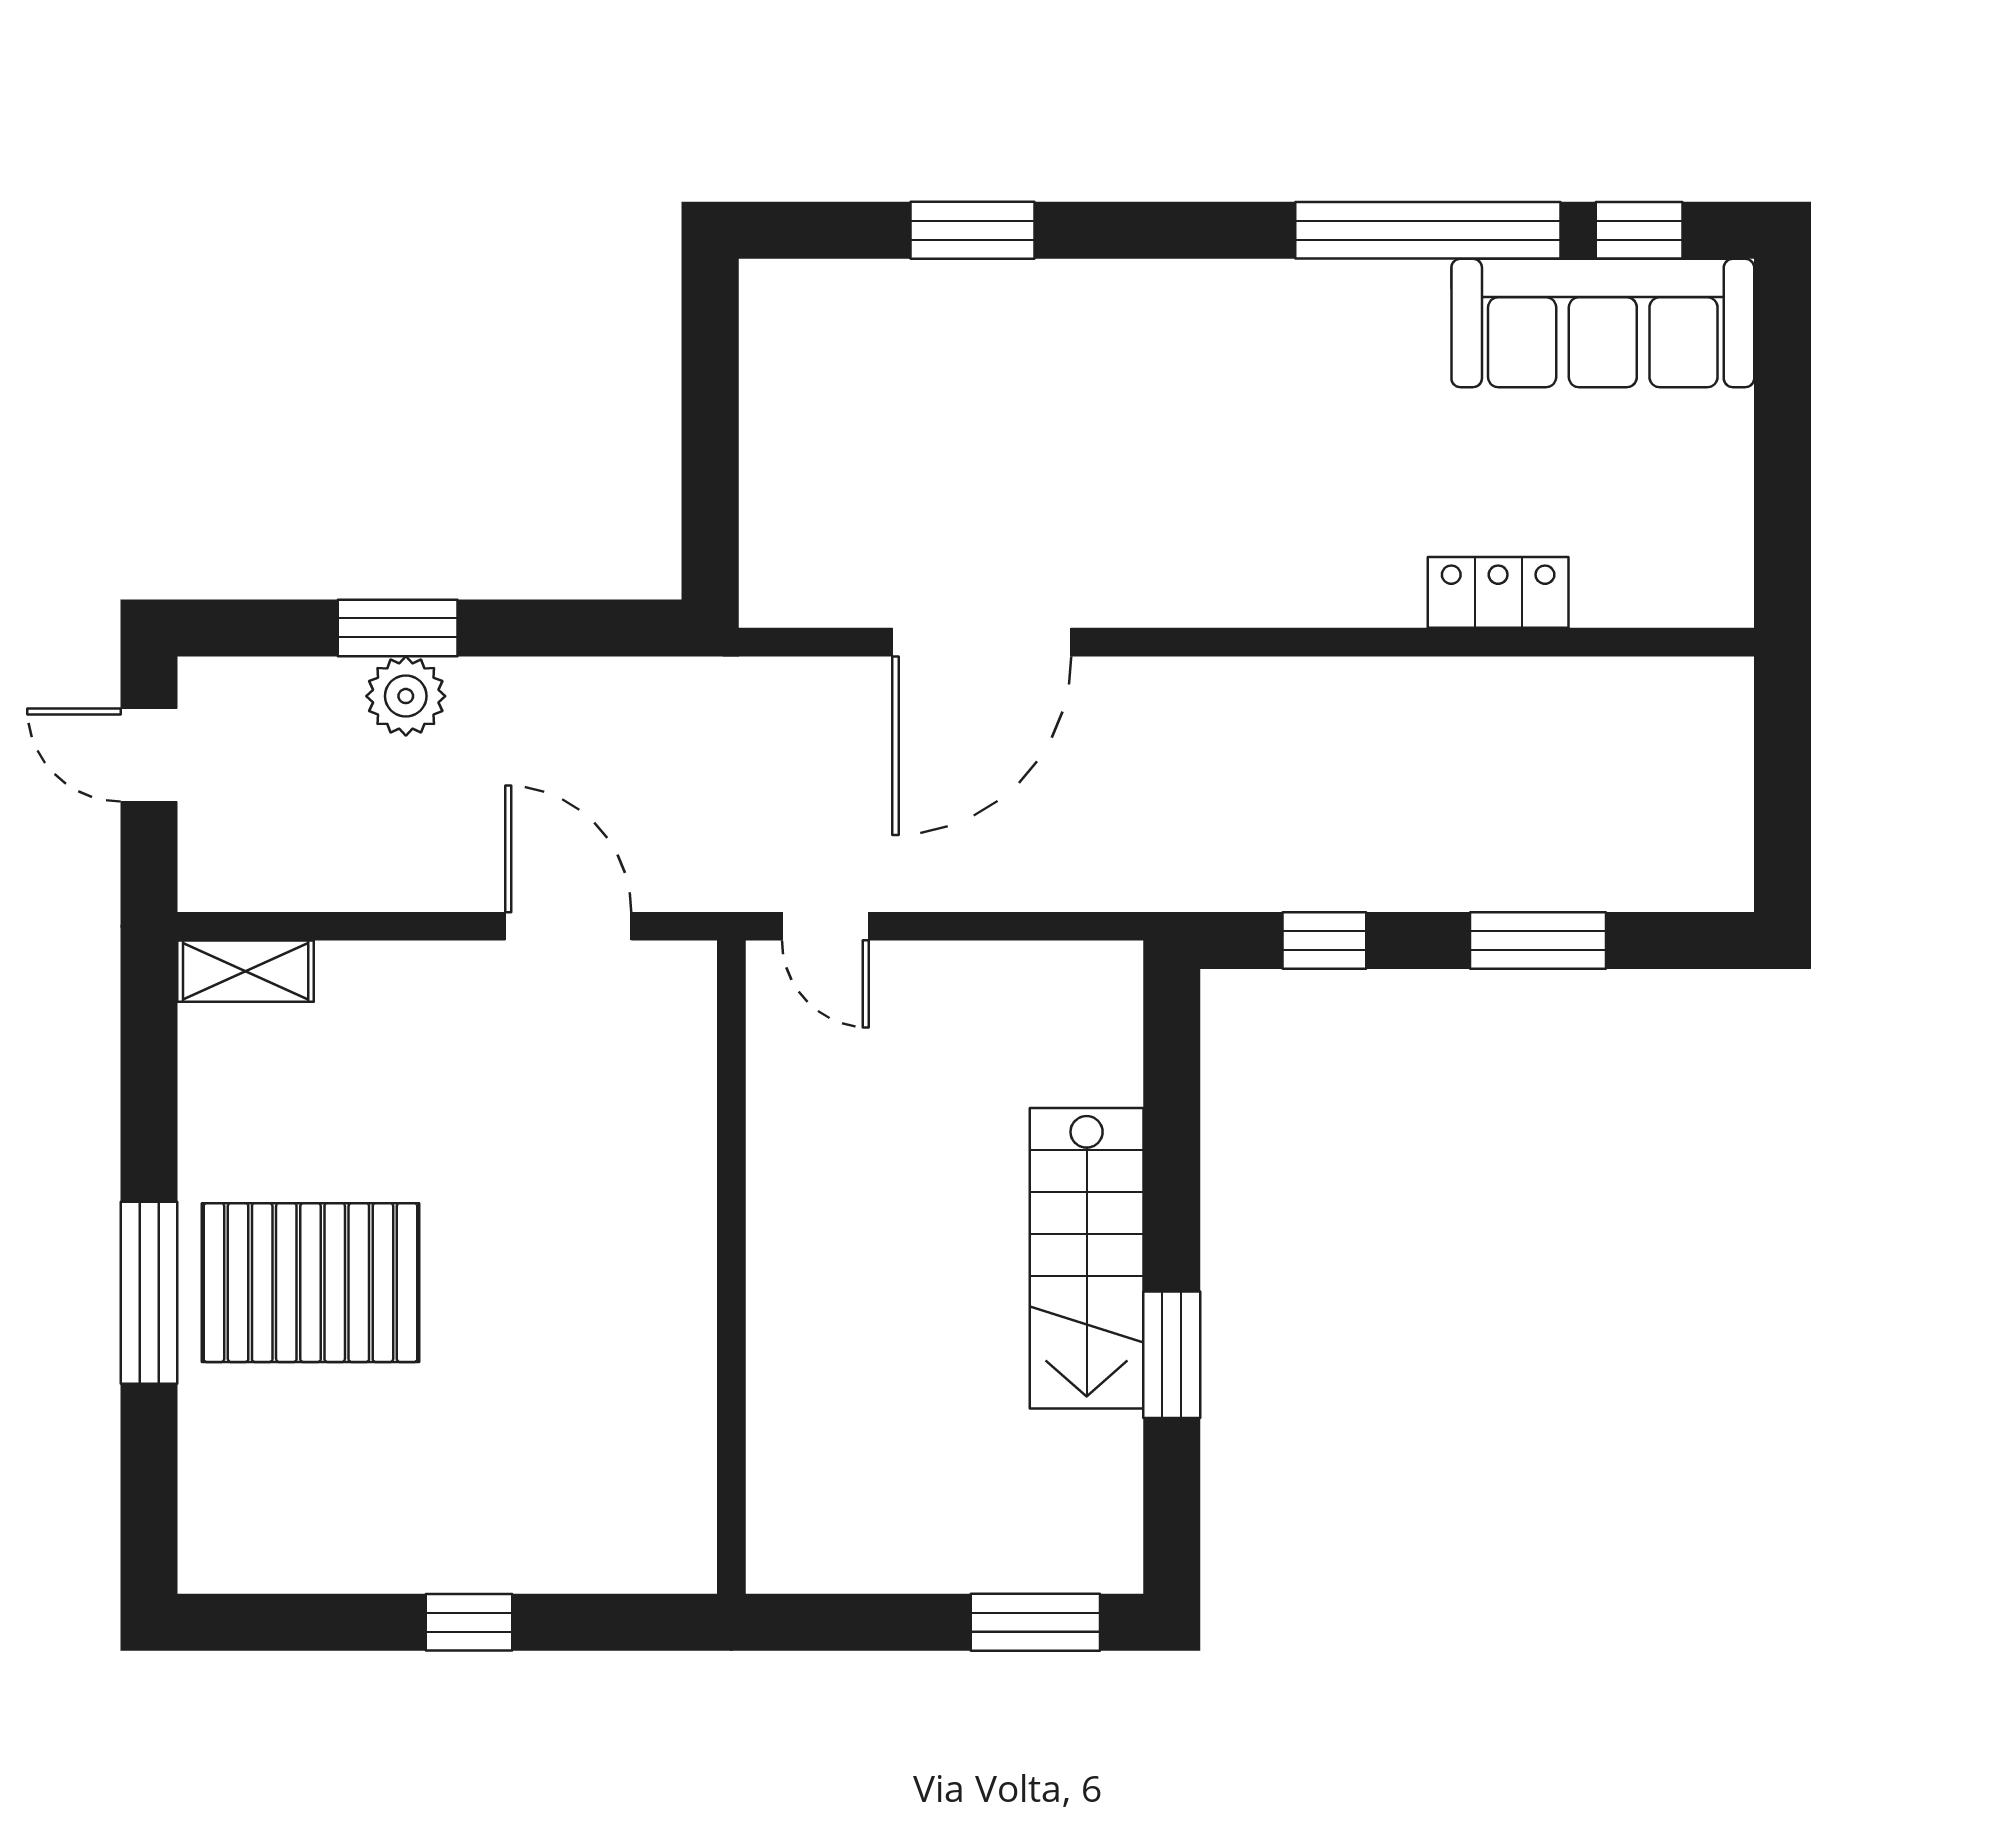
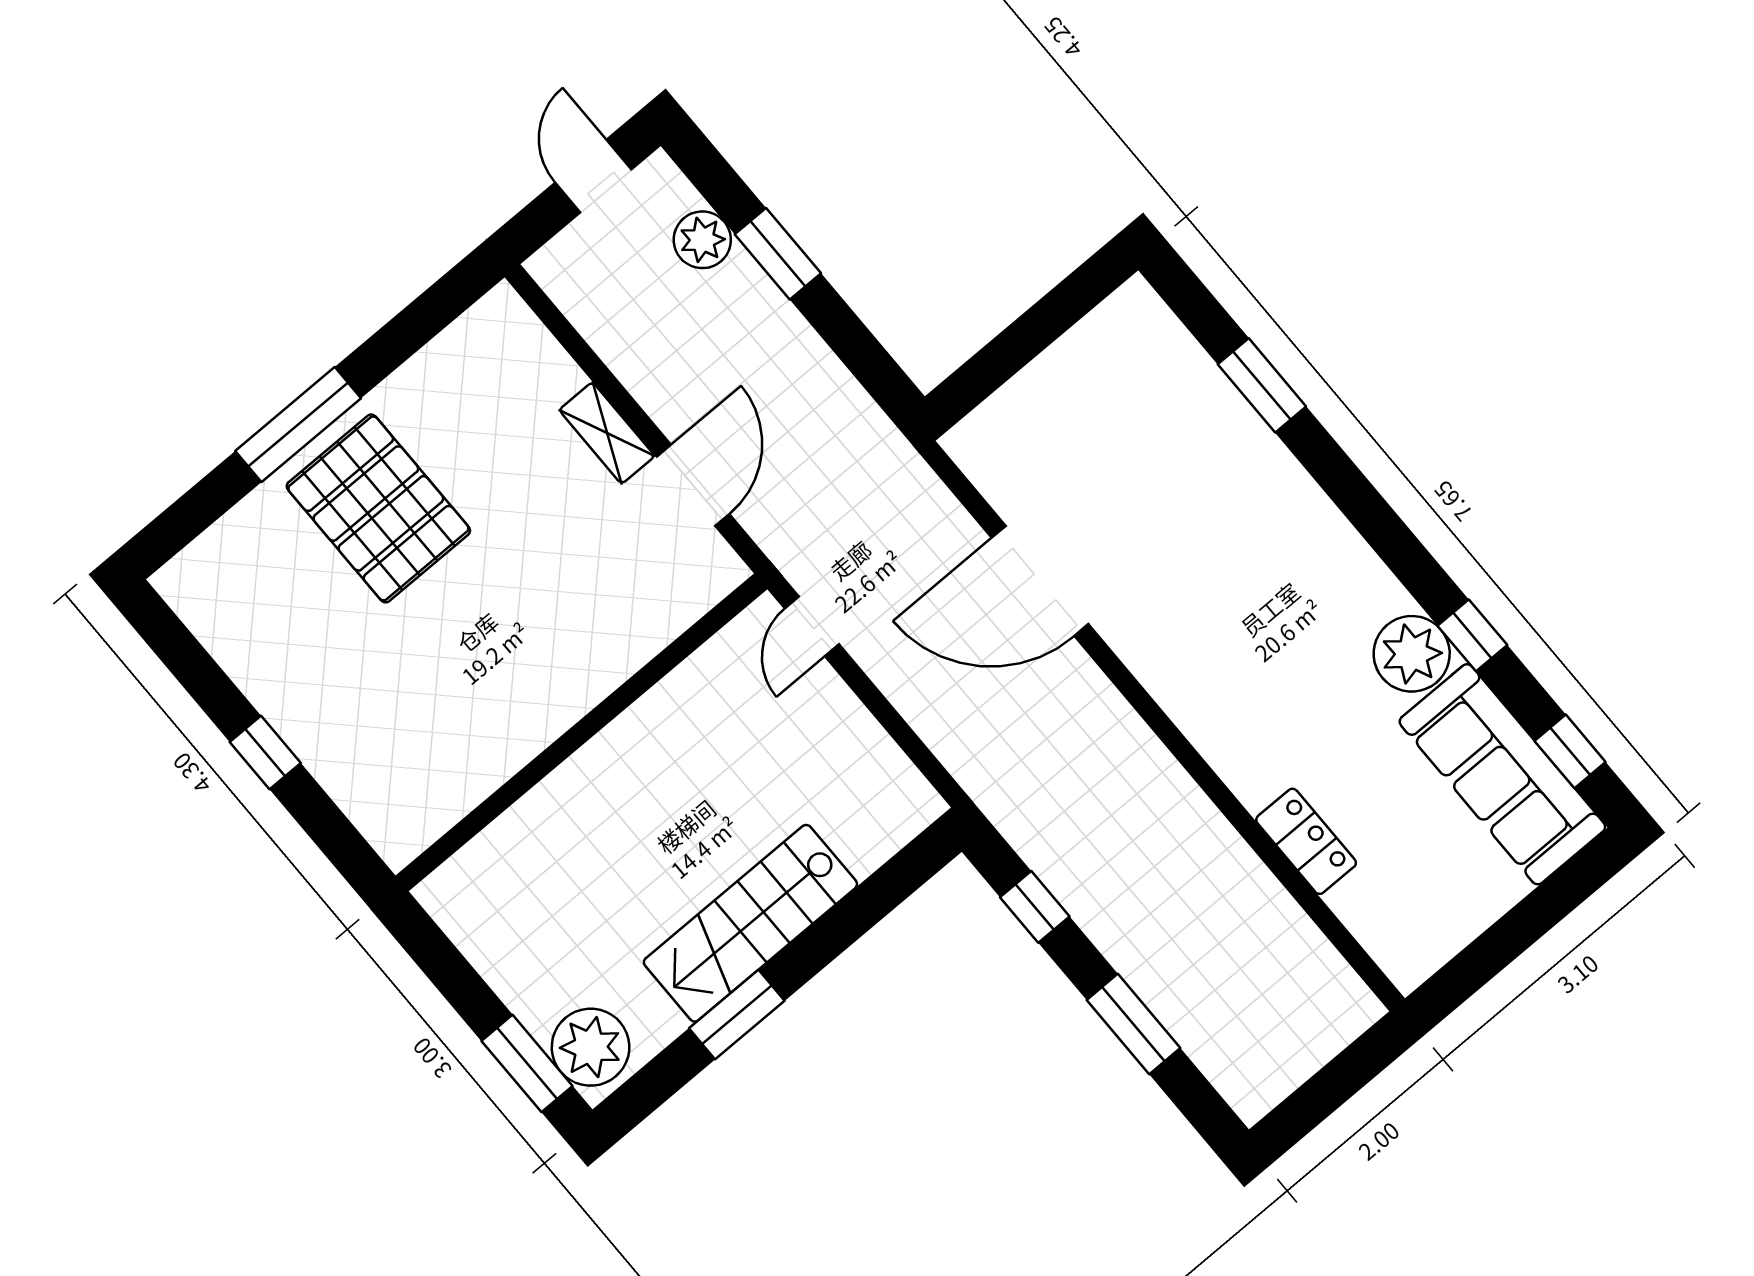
window: (1428, 230) -> (1472, 635), width x0.32
plant: (1393, 312) -> (1412, 654), added
plant: (406, 696) -> (702, 240), moved
shelving: (246, 971) -> (607, 433), moved
plant: (1075, 1540) -> (591, 1047), added

